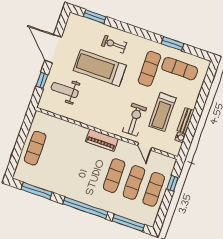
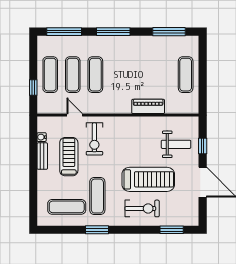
exercise bike: (114, 44) -> (142, 208), width x1.38, depth x1.39
window: (172, 44) -> (97, 230), moved
piano: (102, 140) -> (148, 106), moved
window: (85, 208) -> (113, 32), width x0.68

